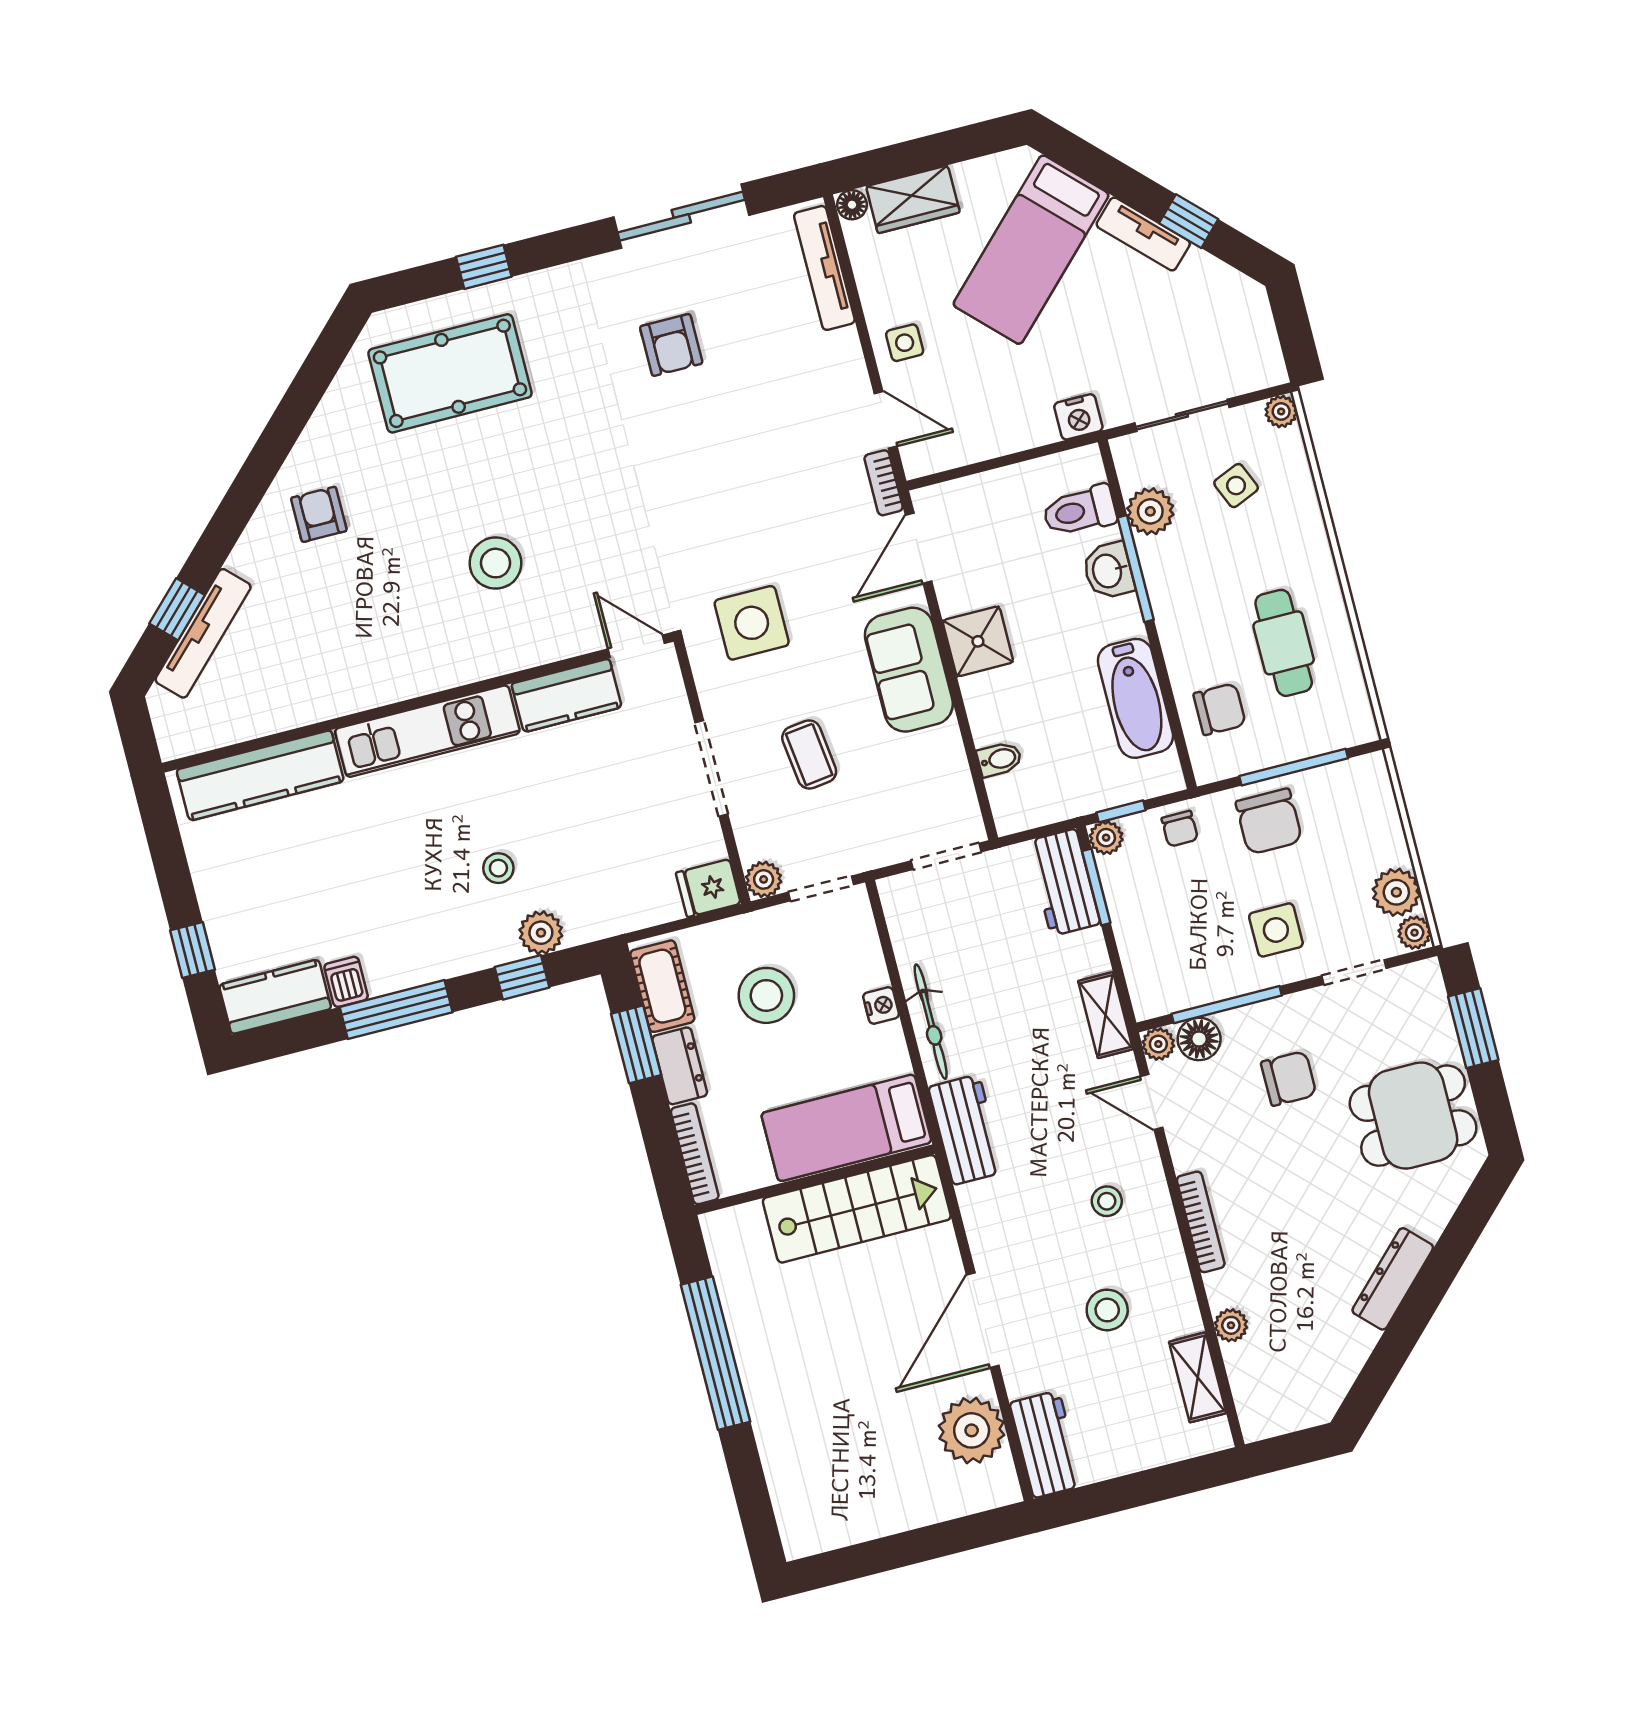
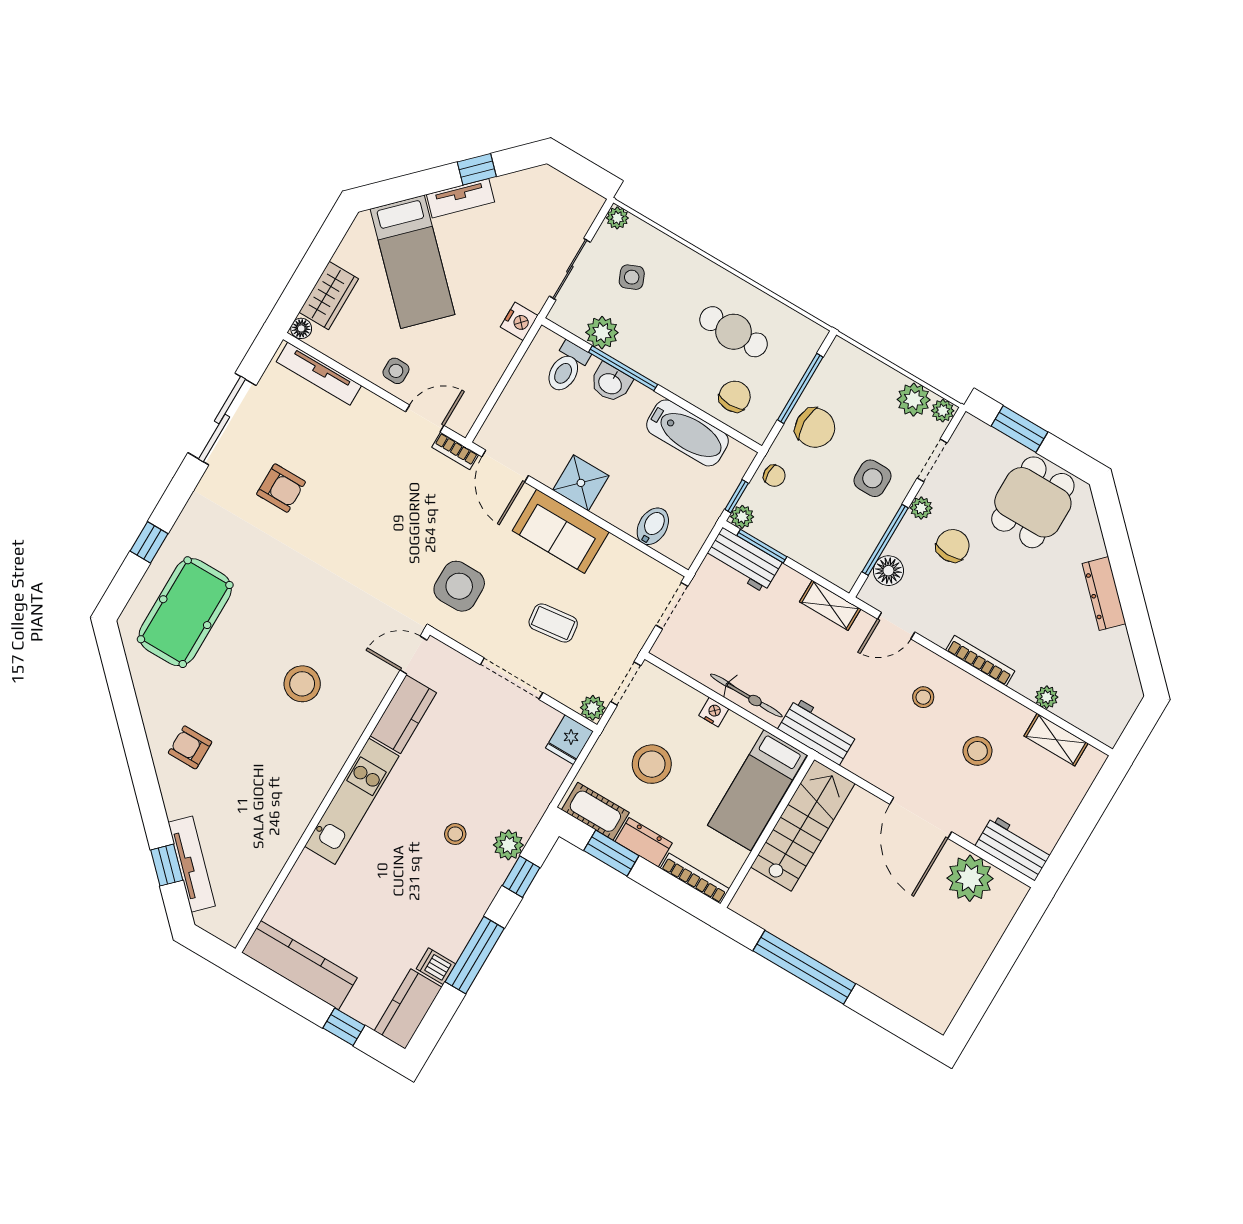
bidet: (999, 759) -> (653, 526), width x1.38, depth x1.36
kitchen counter: (260, 775) -> (299, 965), moved, turned -90
plant: (1158, 1044) -> (921, 508), moved

